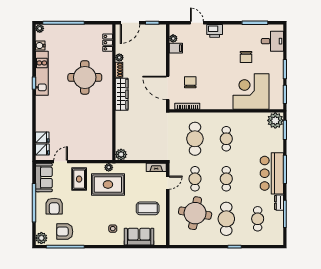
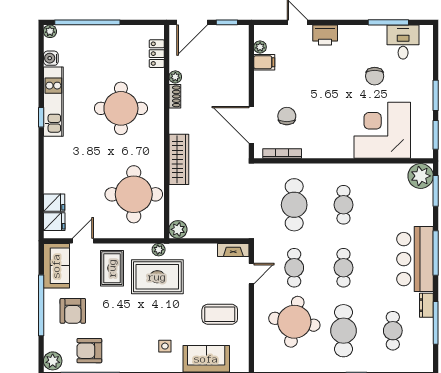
desk: (272, 41) -> (403, 42), moved, turned -90
wardrobe: (122, 94) -> (179, 159), moved
round table: (93, 132) -> (134, 194), added

